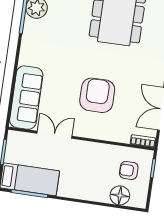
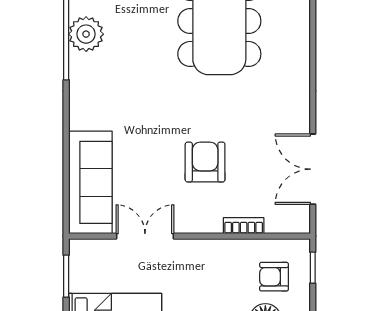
armchair: (97, 95) -> (205, 162), width x0.73, depth x0.73
bookcase: (143, 141) -> (244, 226), moved

